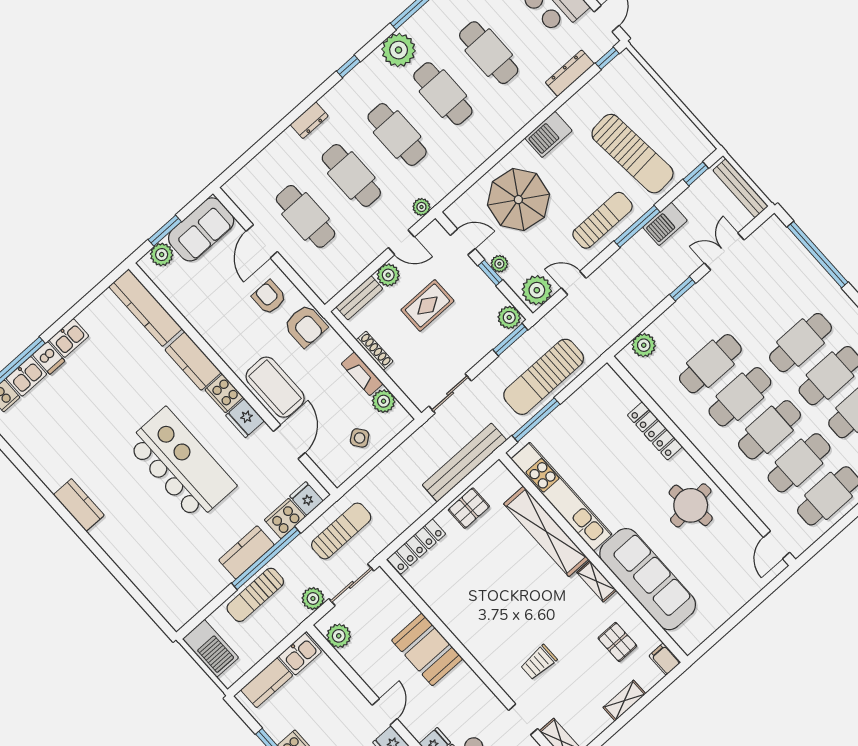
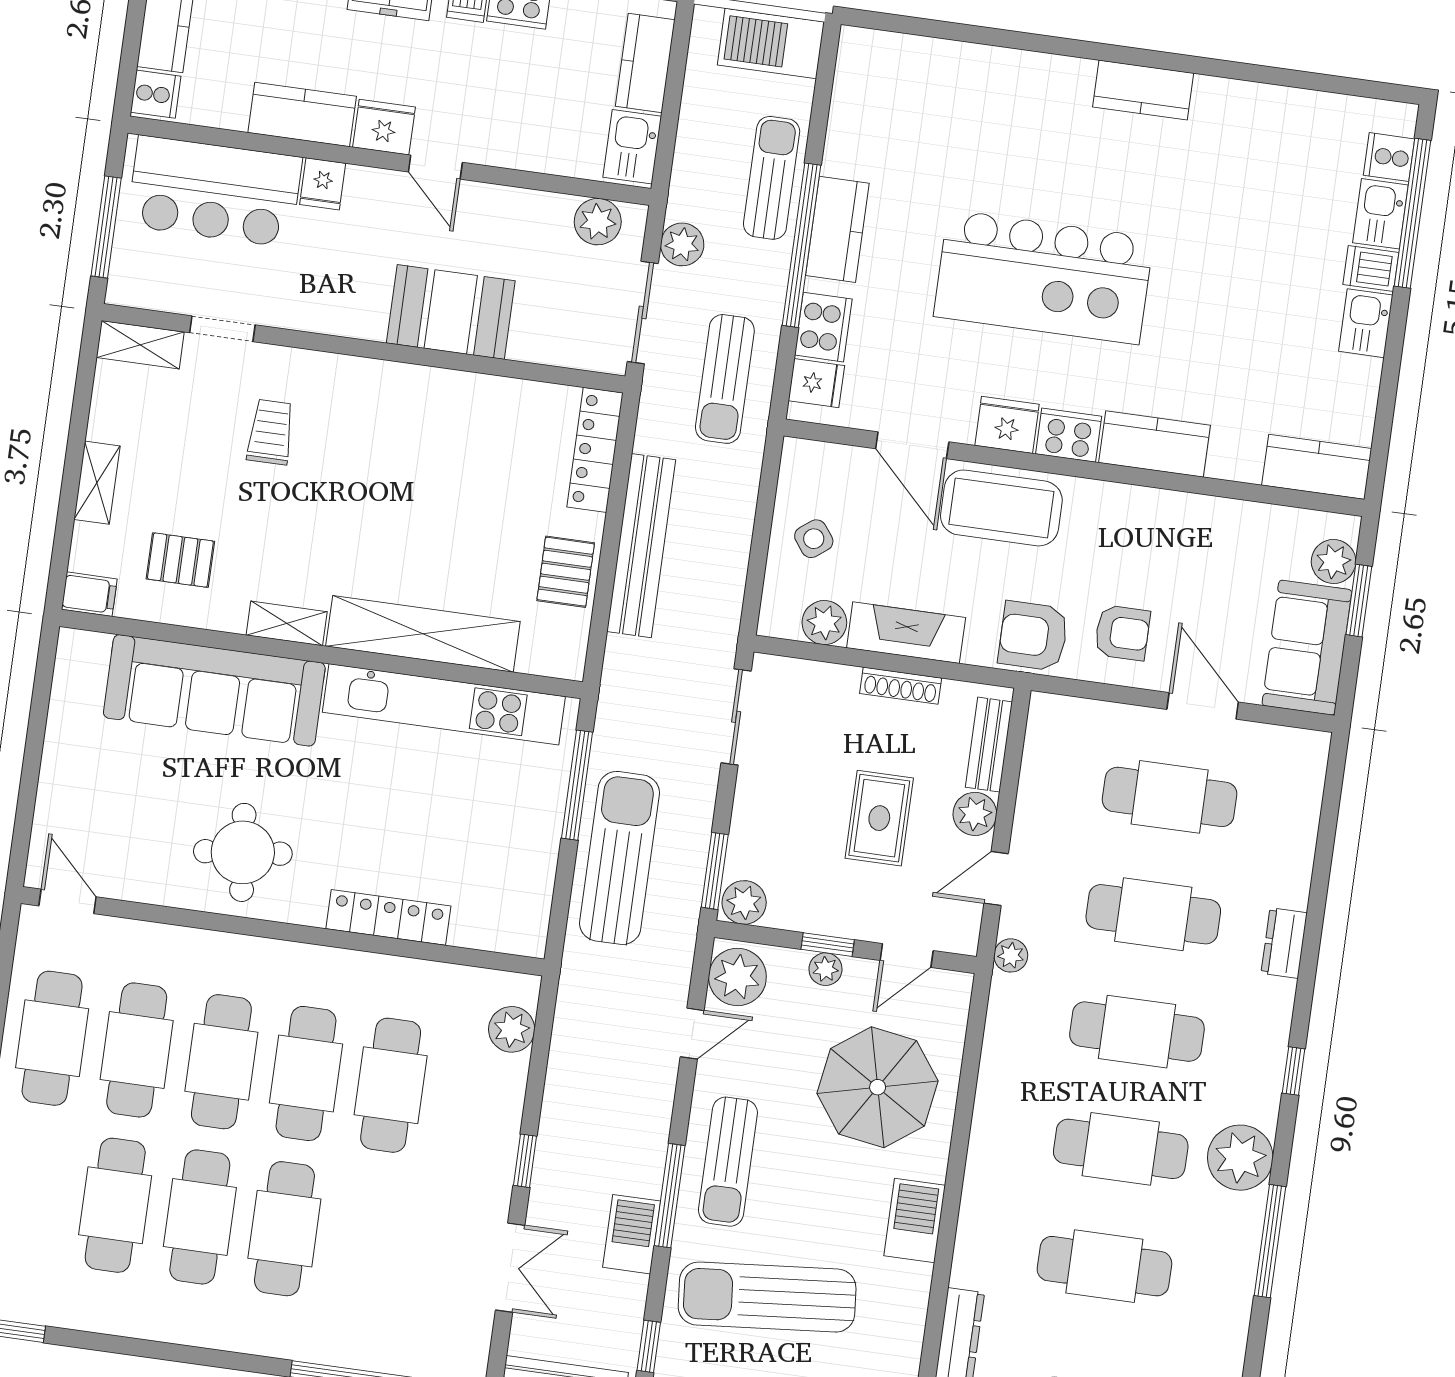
kitchen counter: (146, 308) -> (1317, 467), width x0.67
fireplace: (362, 374) -> (906, 633), width x1.37, depth x1.32
bench: (464, 463) -> (641, 546), moved

